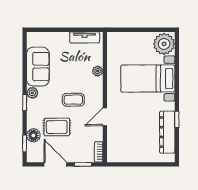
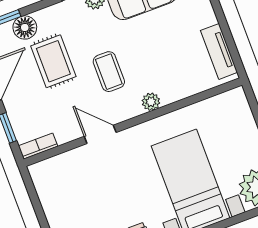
plant: (98, 71) -> (151, 102), moved

